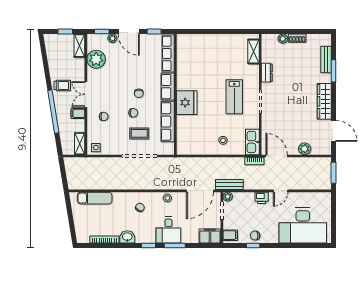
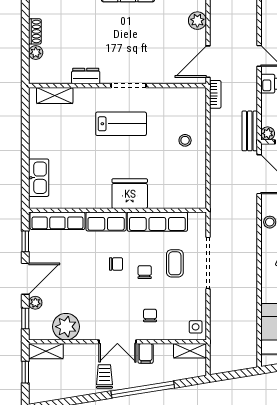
kitchen sink: (252, 142) -> (39, 178), moved, turned -90

